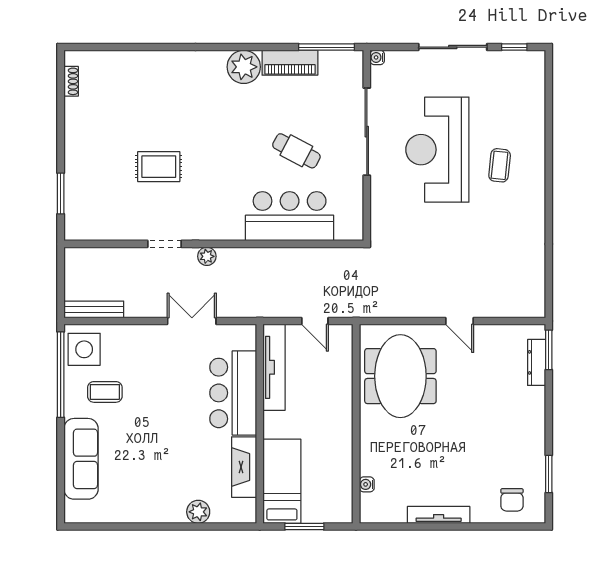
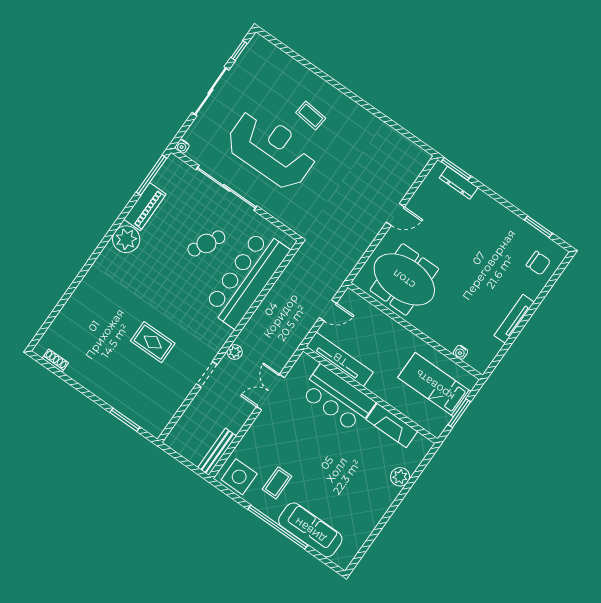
reception desk: (437, 150) -> (271, 149), turned 180
rug: (159, 167) -> (153, 342), turned 90
bar counter: (290, 216) -> (247, 278), width x1.36
window: (61, 375) -> (278, 527), moved
bed: (282, 481) -> (435, 385), moved

